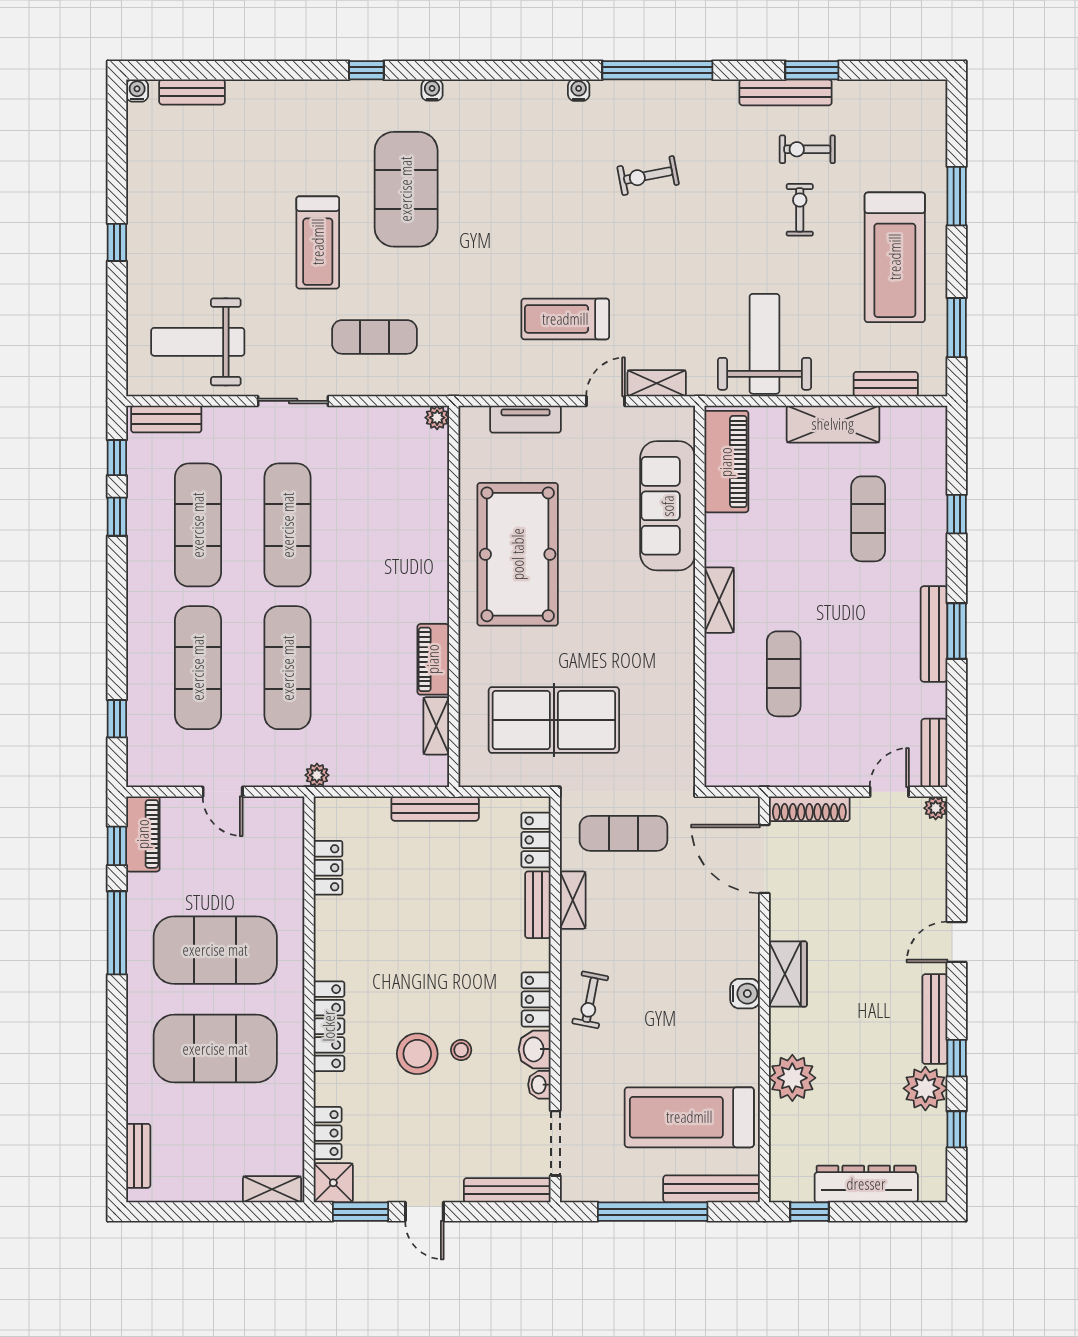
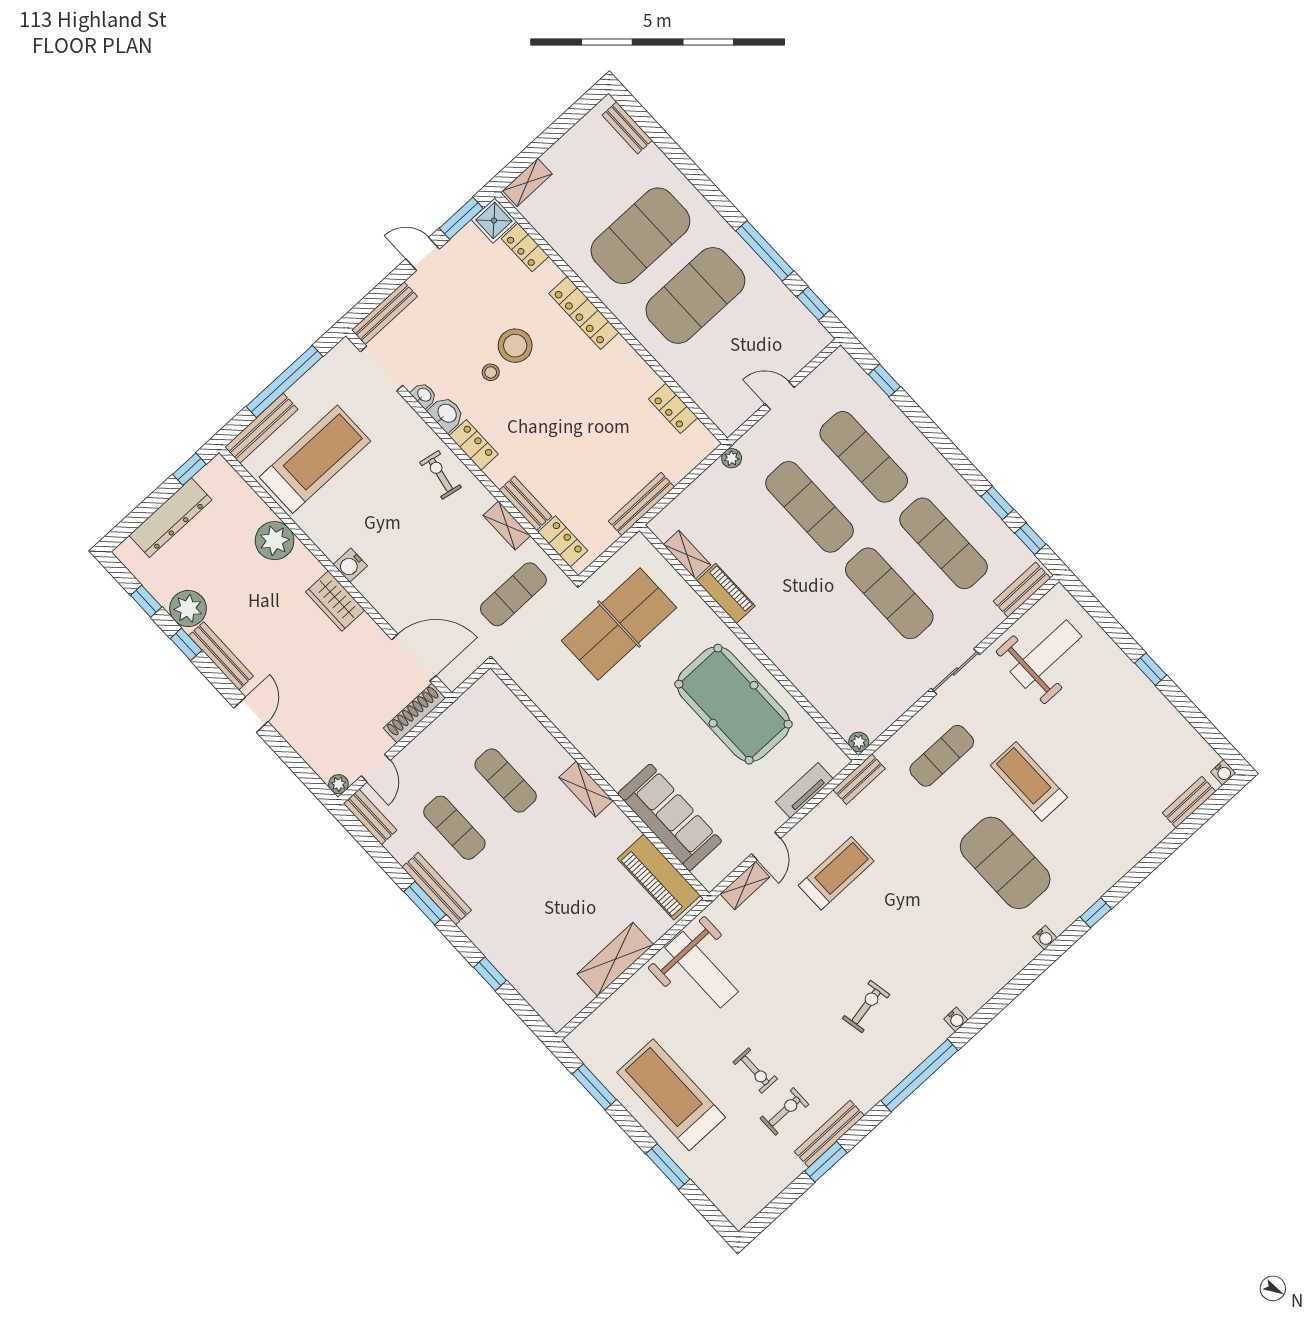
bench: (886, 384) -> (859, 779), moved
exercise mat: (868, 519) -> (454, 828), moved
piano: (143, 834) -> (804, 325), removed

